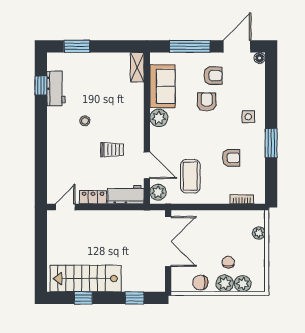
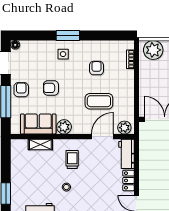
shelving: (137, 67) -> (40, 144), moved
armchair: (213, 76) -> (21, 90), moved
window: (271, 143) -> (68, 35), moved
trolley: (112, 150) -> (72, 160), moved
coffee table: (190, 176) -> (99, 101), moved
plant: (259, 233) -> (153, 50), width x1.88, depth x1.88

